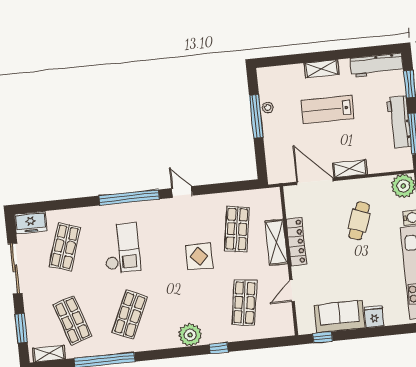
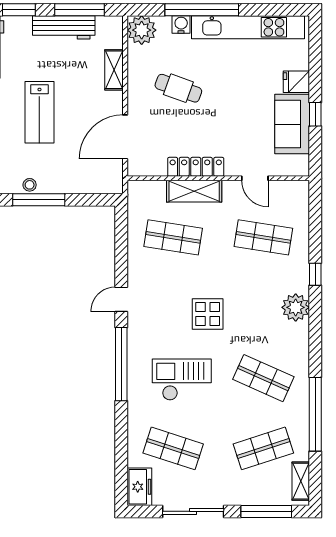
shelving: (350, 169) -> (114, 70), moved
display table: (199, 256) -> (208, 314), moved
window: (21, 328) -> (266, 511), width x1.44
window: (323, 337) -> (315, 114), moved

